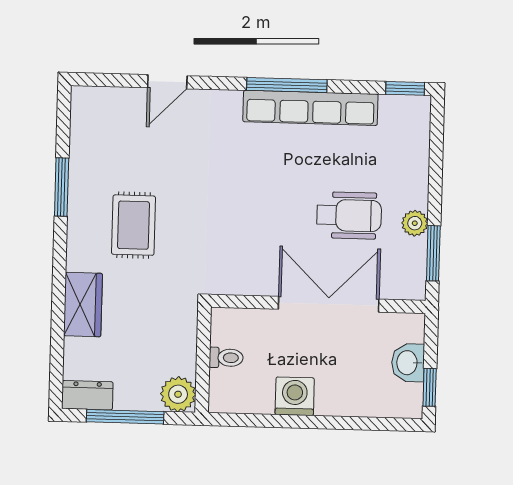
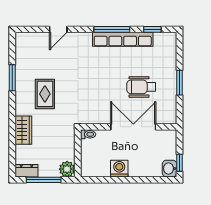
window: (405, 88) -> (152, 29), moved
wheelchair: (349, 215) -> (141, 87), turned 180
plant: (415, 223) -> (171, 90), removed
window: (433, 253) -> (179, 83), moved
toilet: (226, 358) -> (88, 134), moved
washbasin: (408, 363) -> (169, 169), moved

